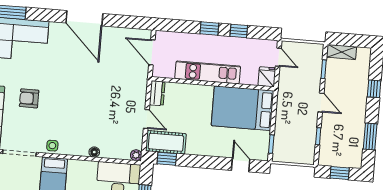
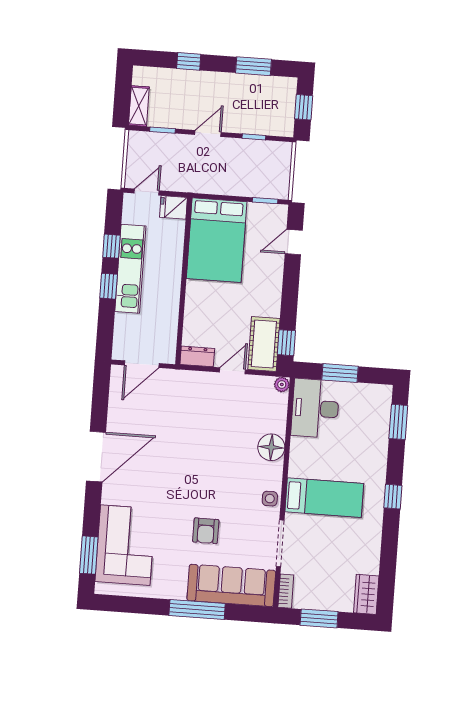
kitchen unit: (208, 72) -> (130, 269), moved, turned 180
floor lamp: (94, 152) -> (271, 447), width x1.89, depth x1.89

